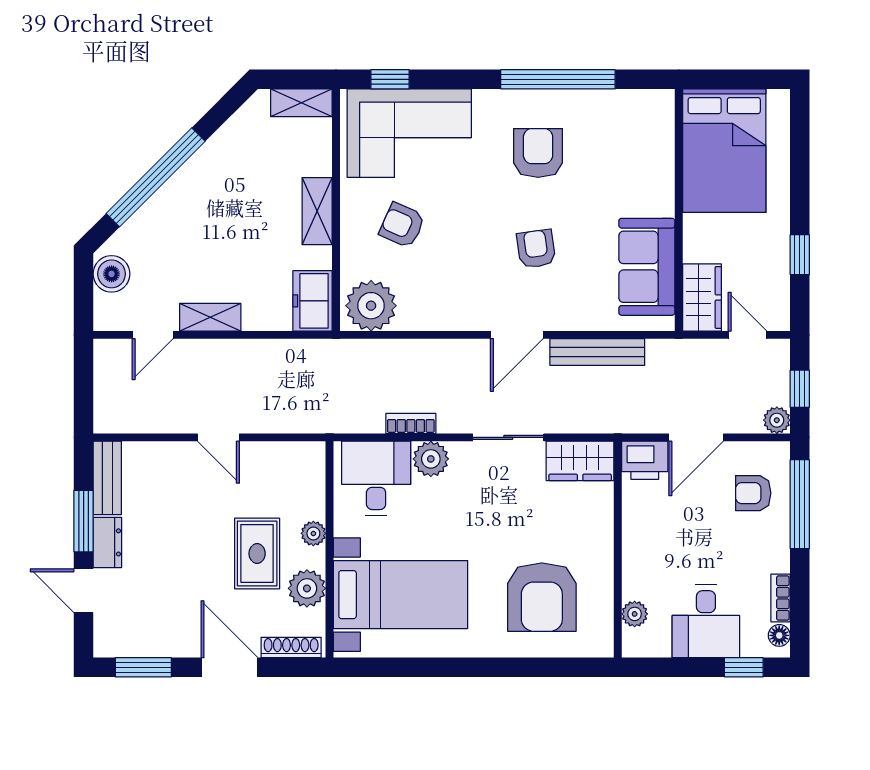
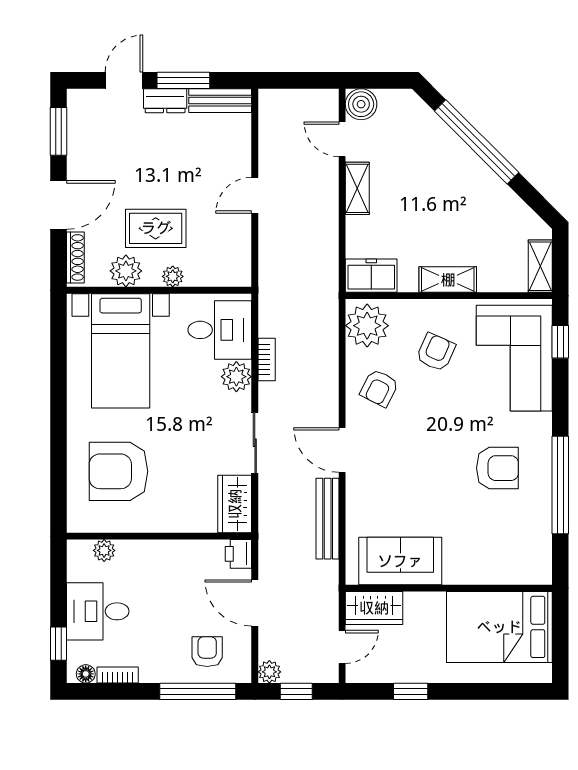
armchair: (536, 249) -> (379, 388), moved, turned 125
boiler: (112, 274) -> (361, 104), moved
printer: (645, 460) -> (238, 554), width x0.73, depth x0.81

